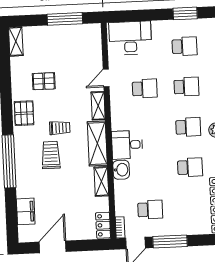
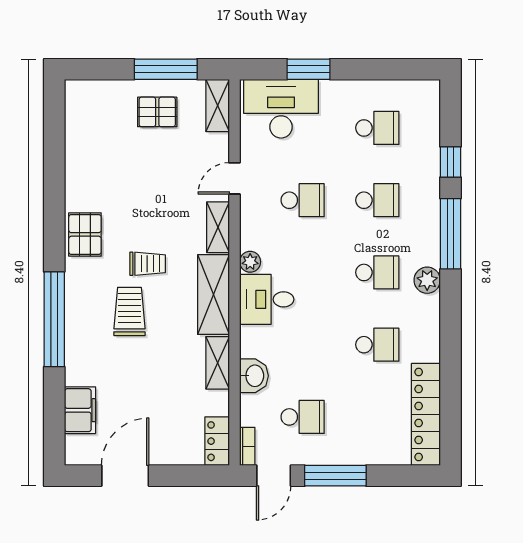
window: (185, 13) -> (309, 69), moved
shelving: (16, 41) -> (218, 106), moved
pallet: (44, 81) -> (157, 112), moved
plant: (117, 124) -> (250, 262), added
washbasin: (121, 170) -> (254, 376), moved

